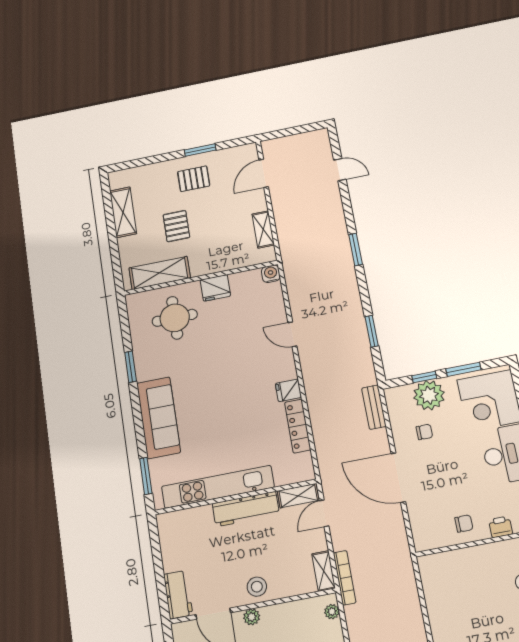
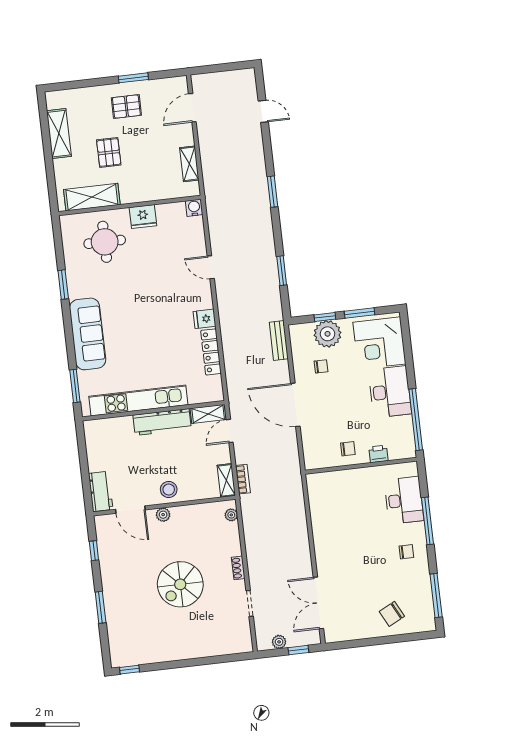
bookcase: (345, 578) -> (243, 479), width x0.64

